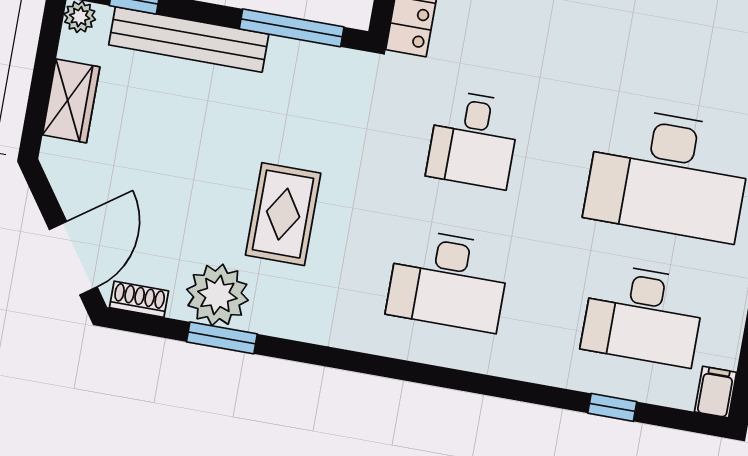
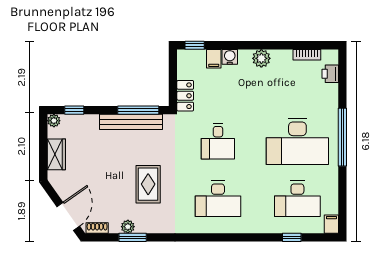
bench: (189, 40) -> (131, 122), moved
plant: (217, 295) -> (128, 227), width x0.53, depth x0.53

